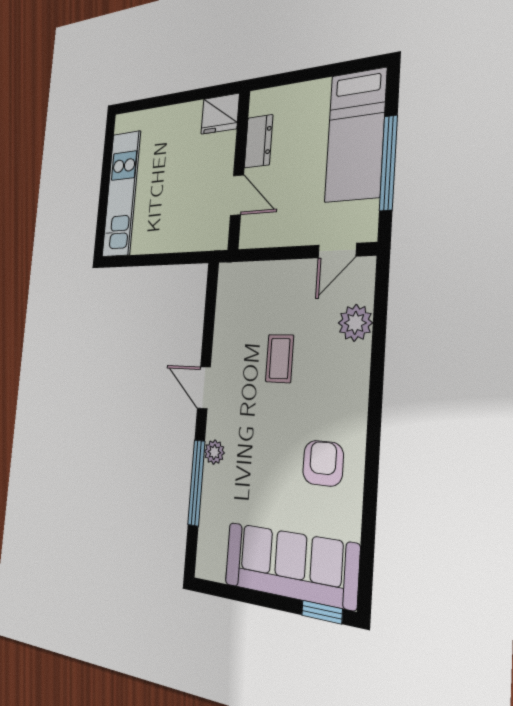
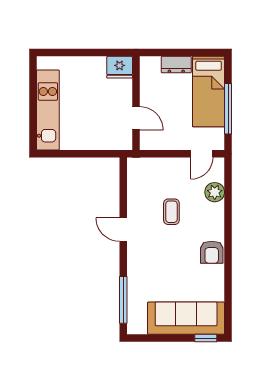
dresser: (259, 141) -> (176, 65), moved, turned 90
plant: (214, 452) -> (134, 265), removed
armchair: (323, 463) -> (212, 252), moved, turned 180
window: (196, 483) -> (123, 300), moved

